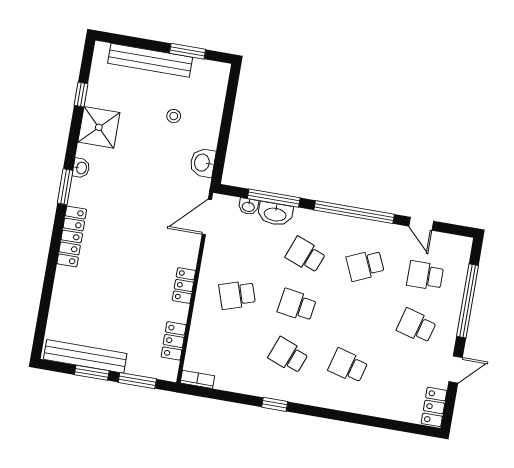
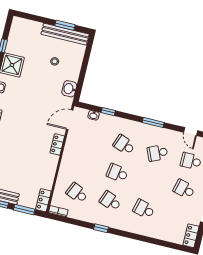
bench: (150, 60) -> (65, 34), moved
window: (274, 198) -> (108, 112), width x0.46
window: (354, 212) -> (153, 122), width x0.47
washbasin: (275, 214) -> (108, 121), removed
locker: (184, 285) -> (57, 144), moved
school desk: (237, 295) -> (77, 193), moved, turned 42
locker: (174, 341) -> (43, 200), moved

